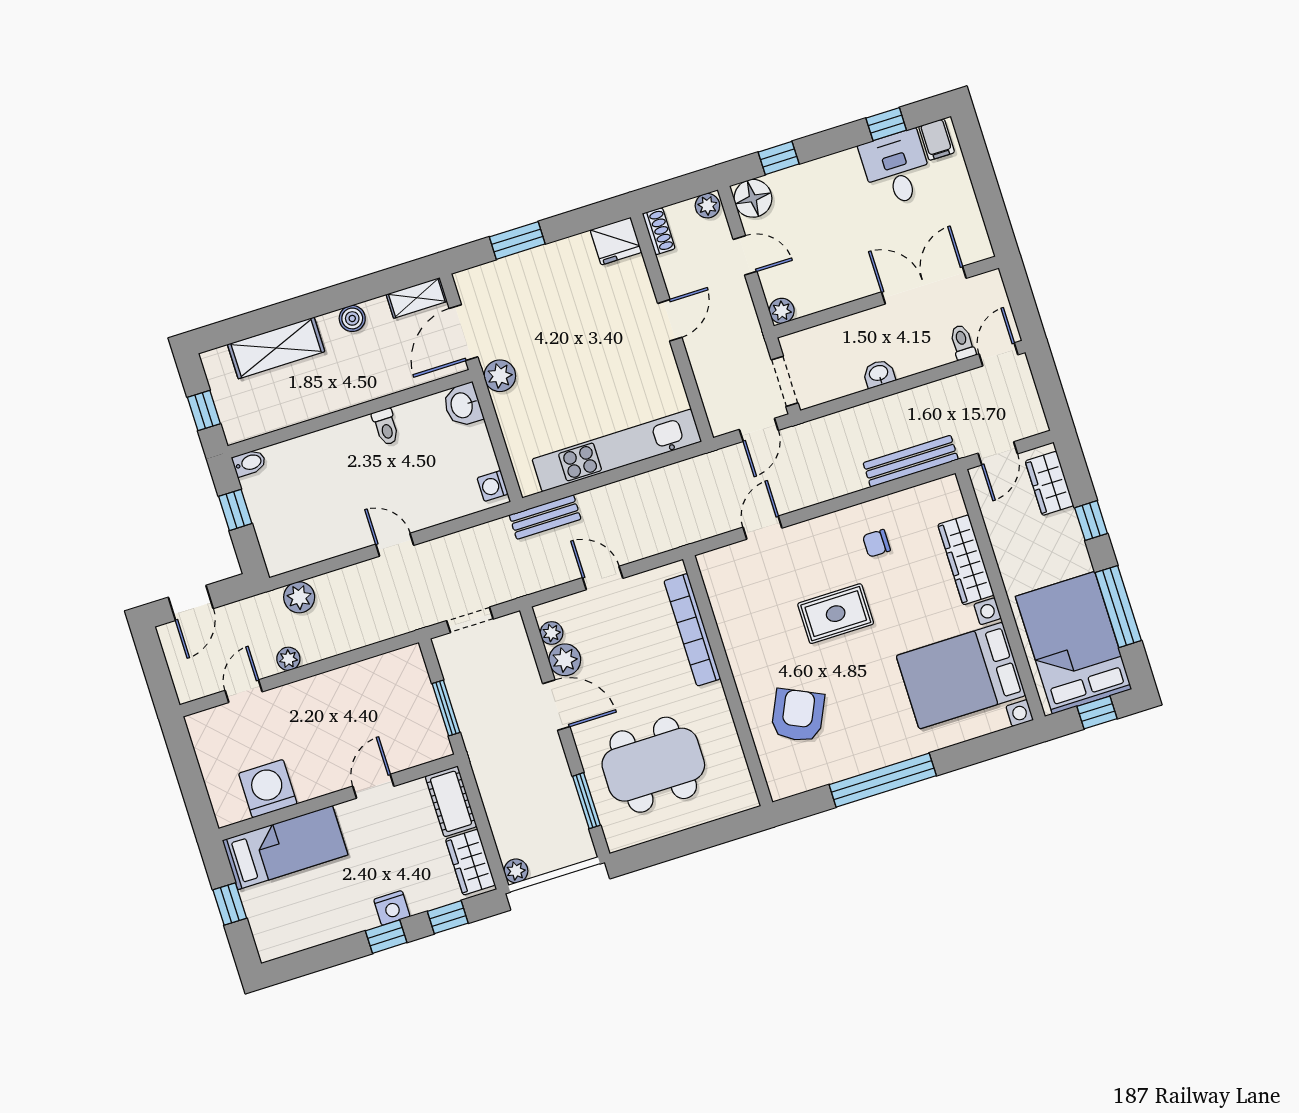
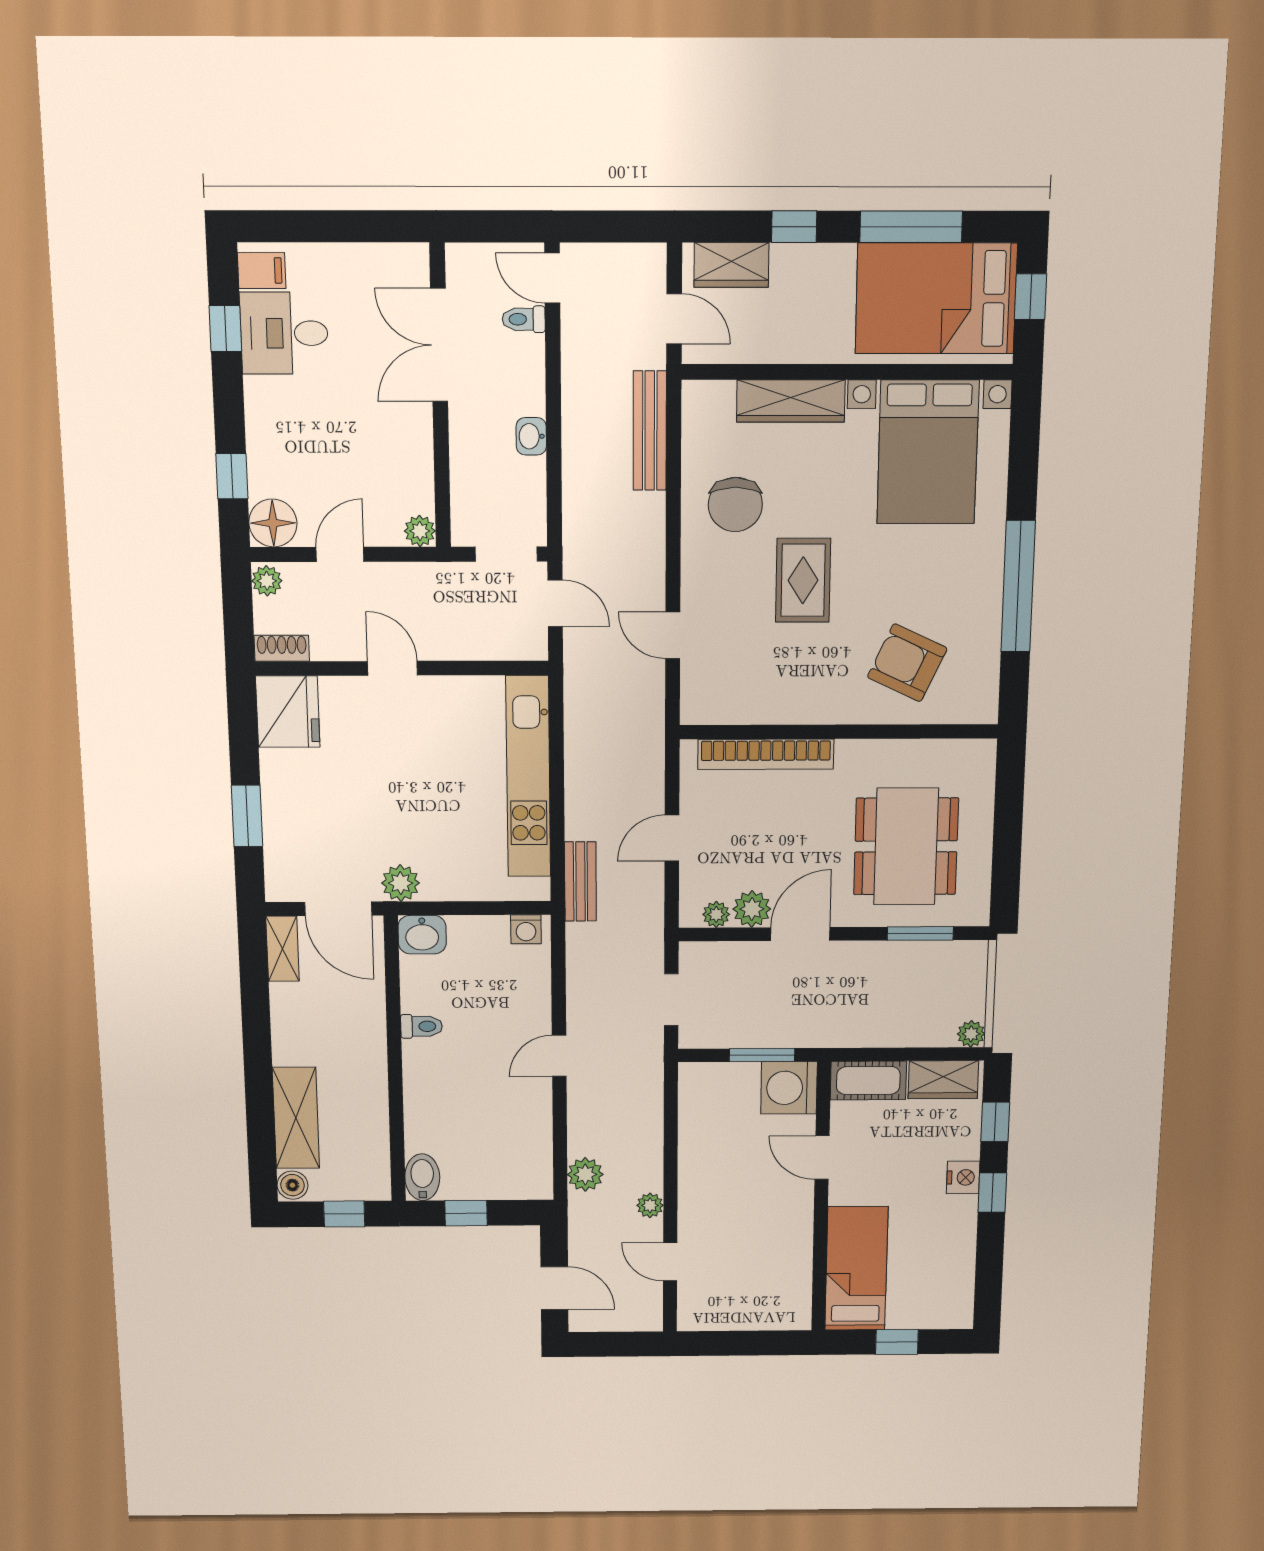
fridge: (616, 241) -> (288, 712), width x1.36, depth x1.34
boiler: (352, 318) -> (292, 1185), moved
bidet: (249, 463) -> (422, 1177), width x1.38, depth x1.36
chair: (876, 543) -> (735, 504), width x1.87, depth x1.87
washing machine: (268, 789) -> (789, 1088), moved

